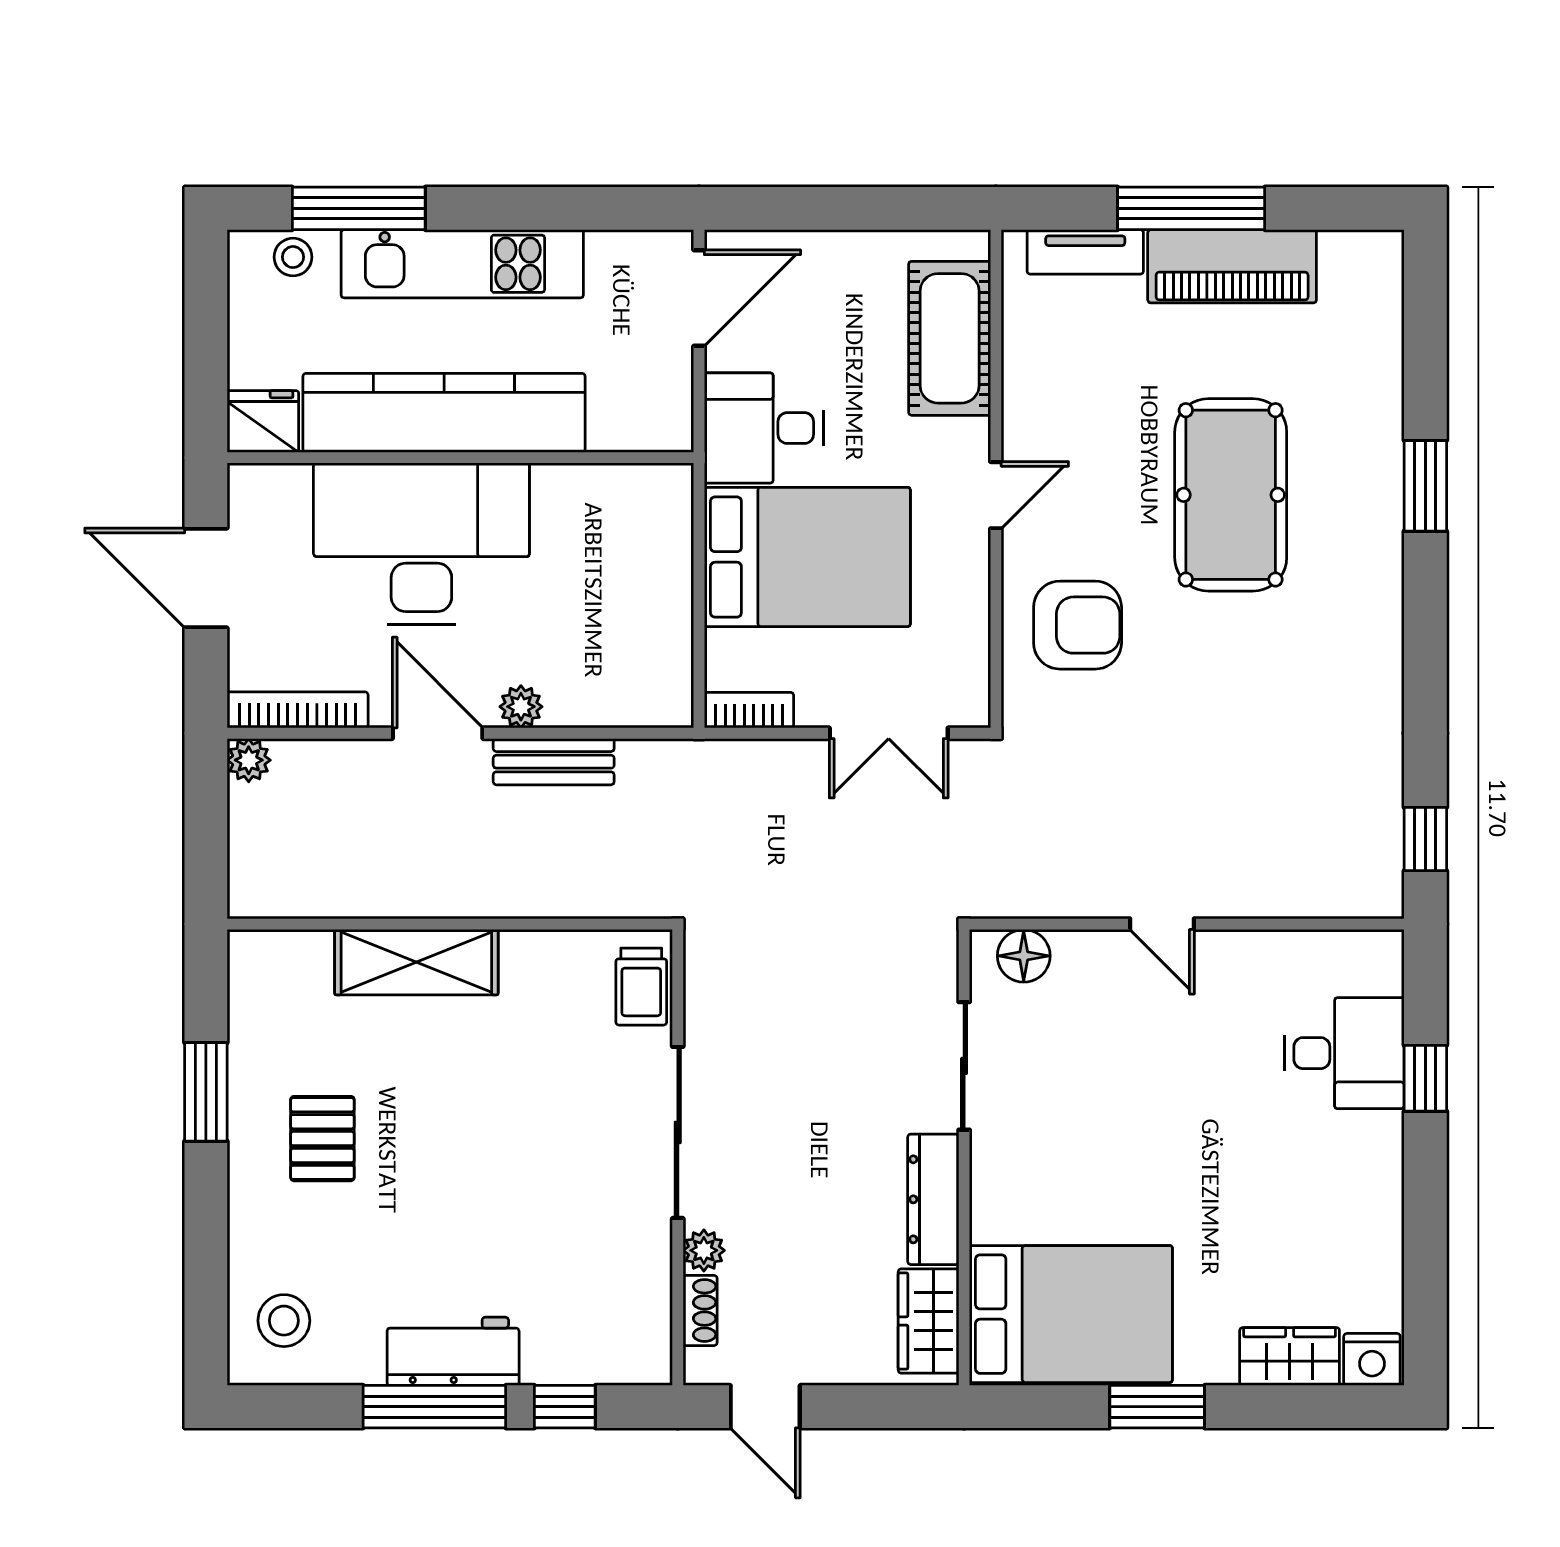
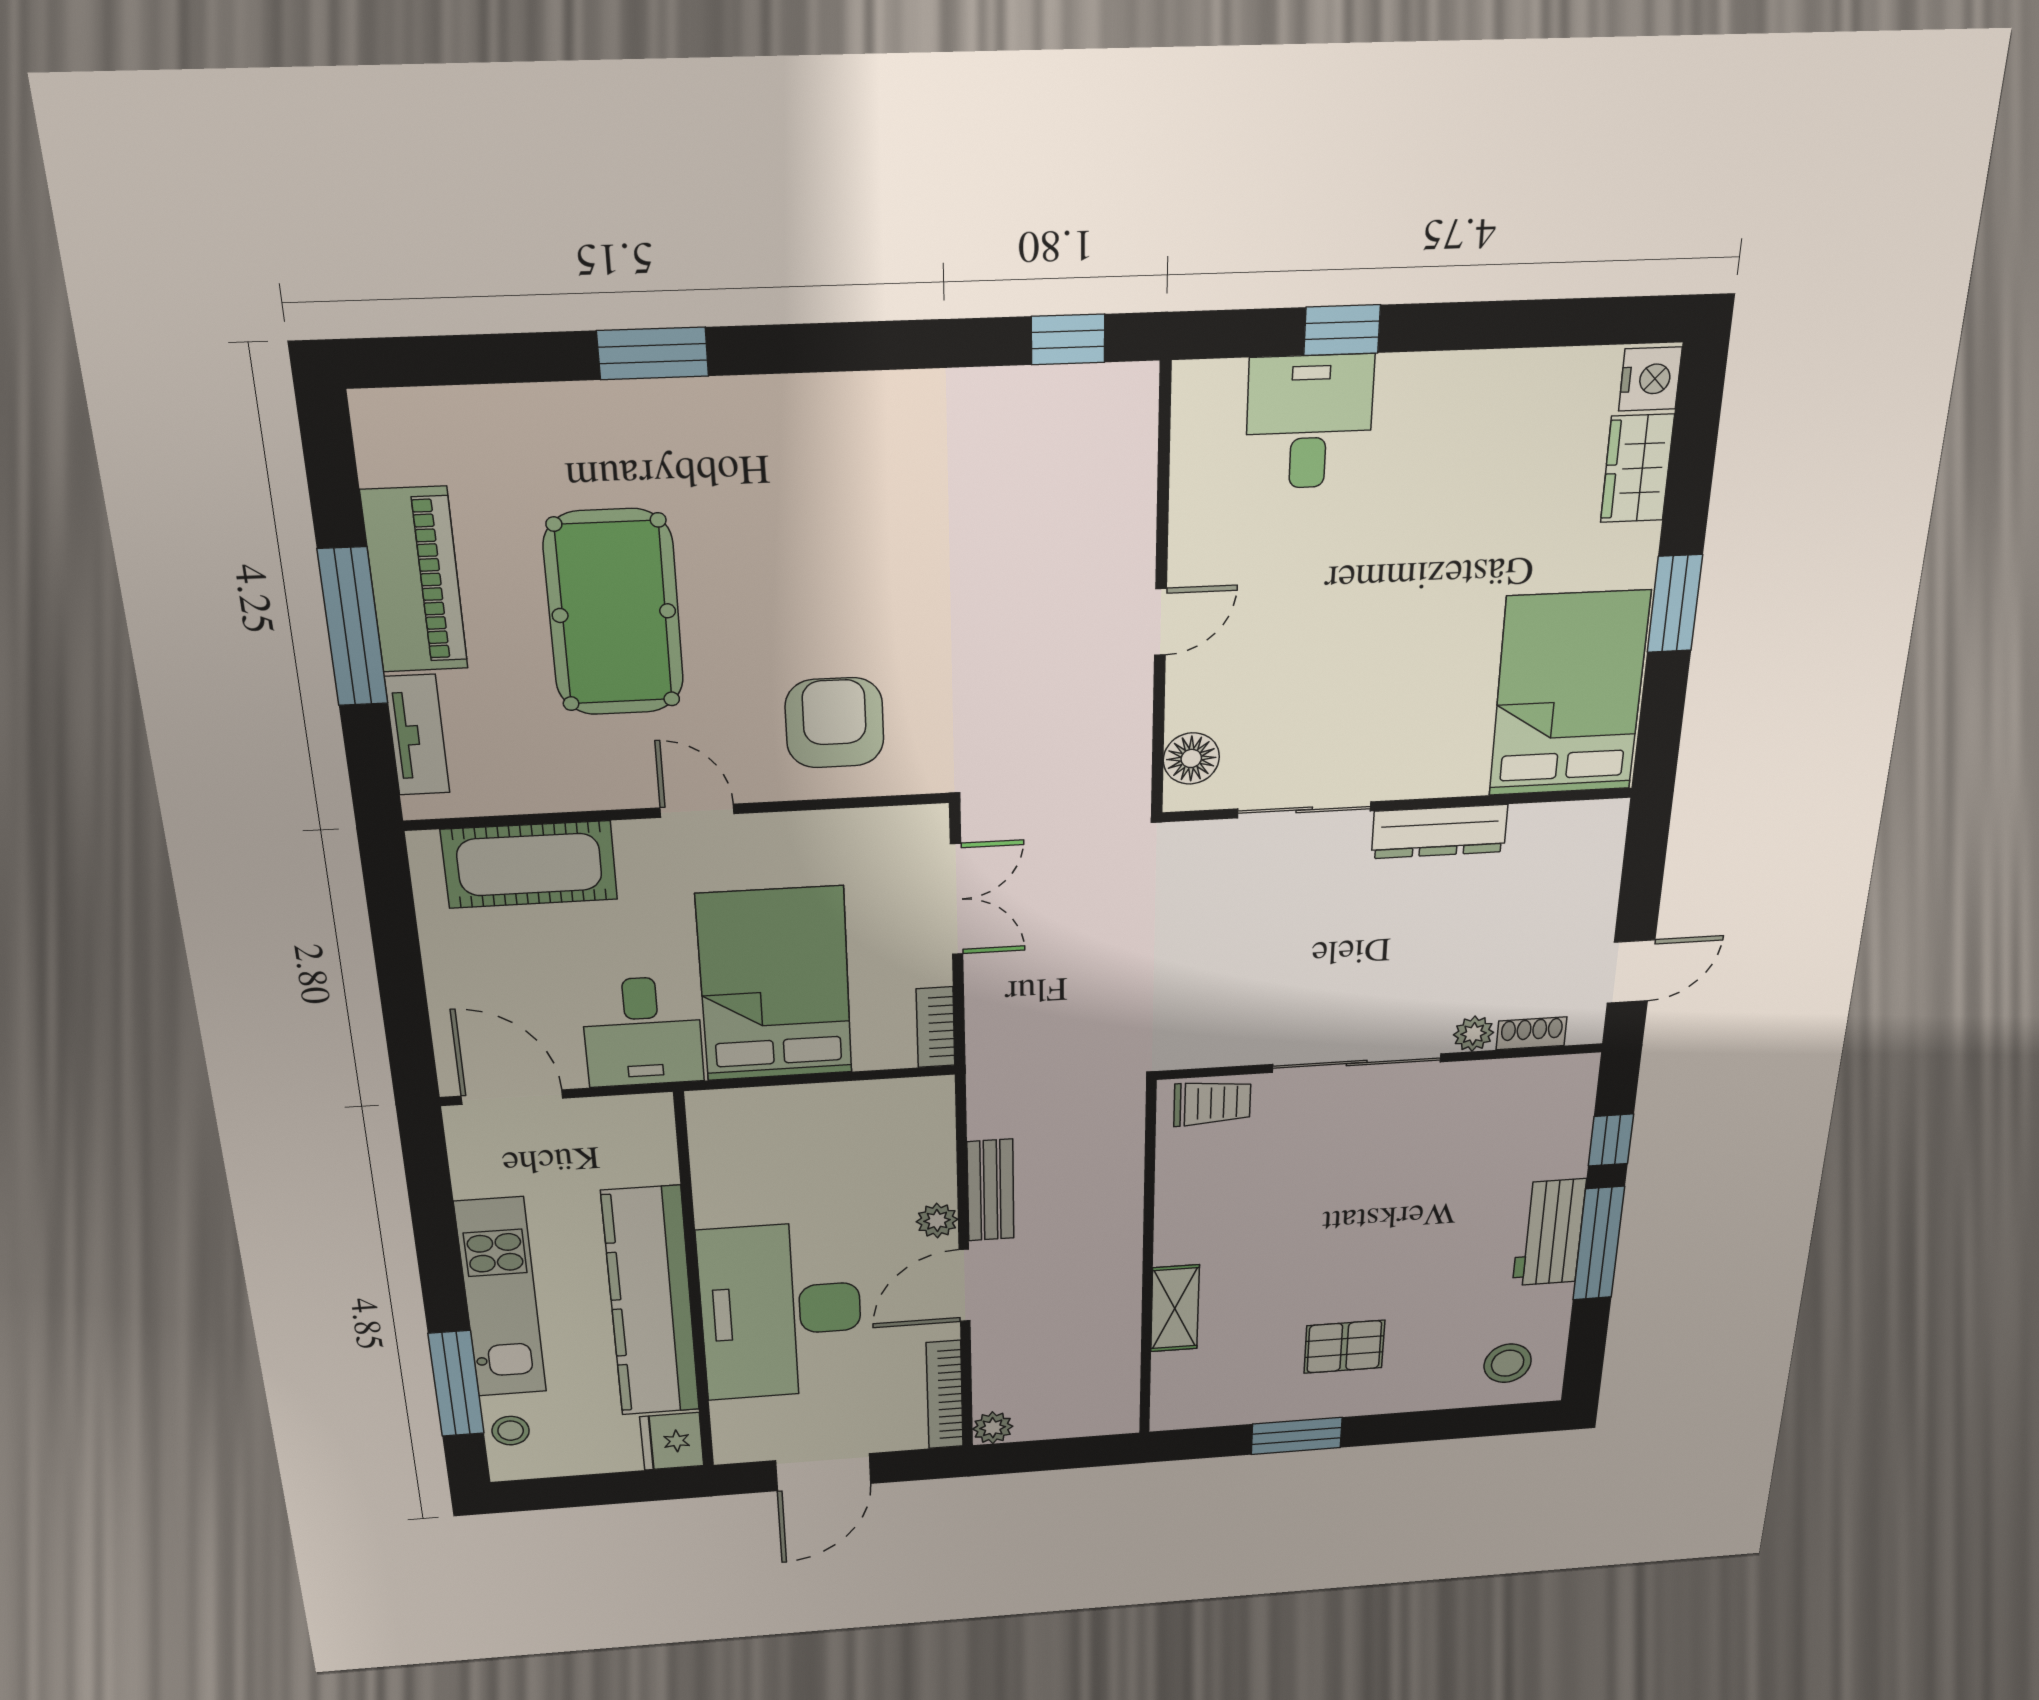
pool table: (1231, 495) -> (614, 613), moved, turned 90
shelving: (416, 962) -> (1175, 1308), width x0.67, depth x0.75
wardrobe: (929, 1321) -> (1562, 829), removed

